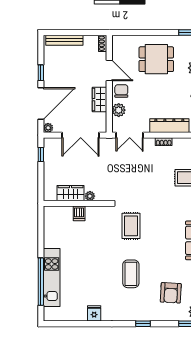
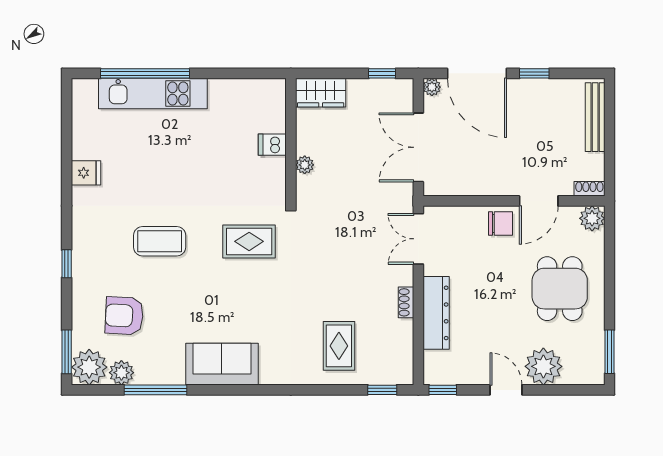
wardrobe: (100, 100) -> (484, 183), removed
plant: (119, 110) -> (592, 218), moved
wardrobe: (71, 193) -> (321, 93), moved, turned 90

